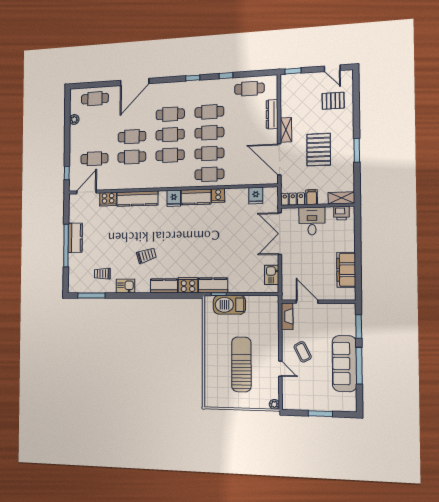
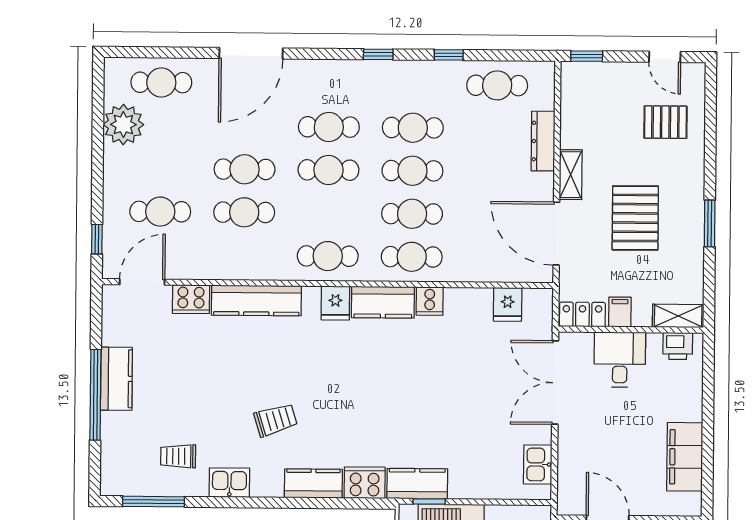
plant: (74, 119) -> (123, 124), width x1.87, depth x1.87
cafe table: (170, 155) -> (328, 256), moved

